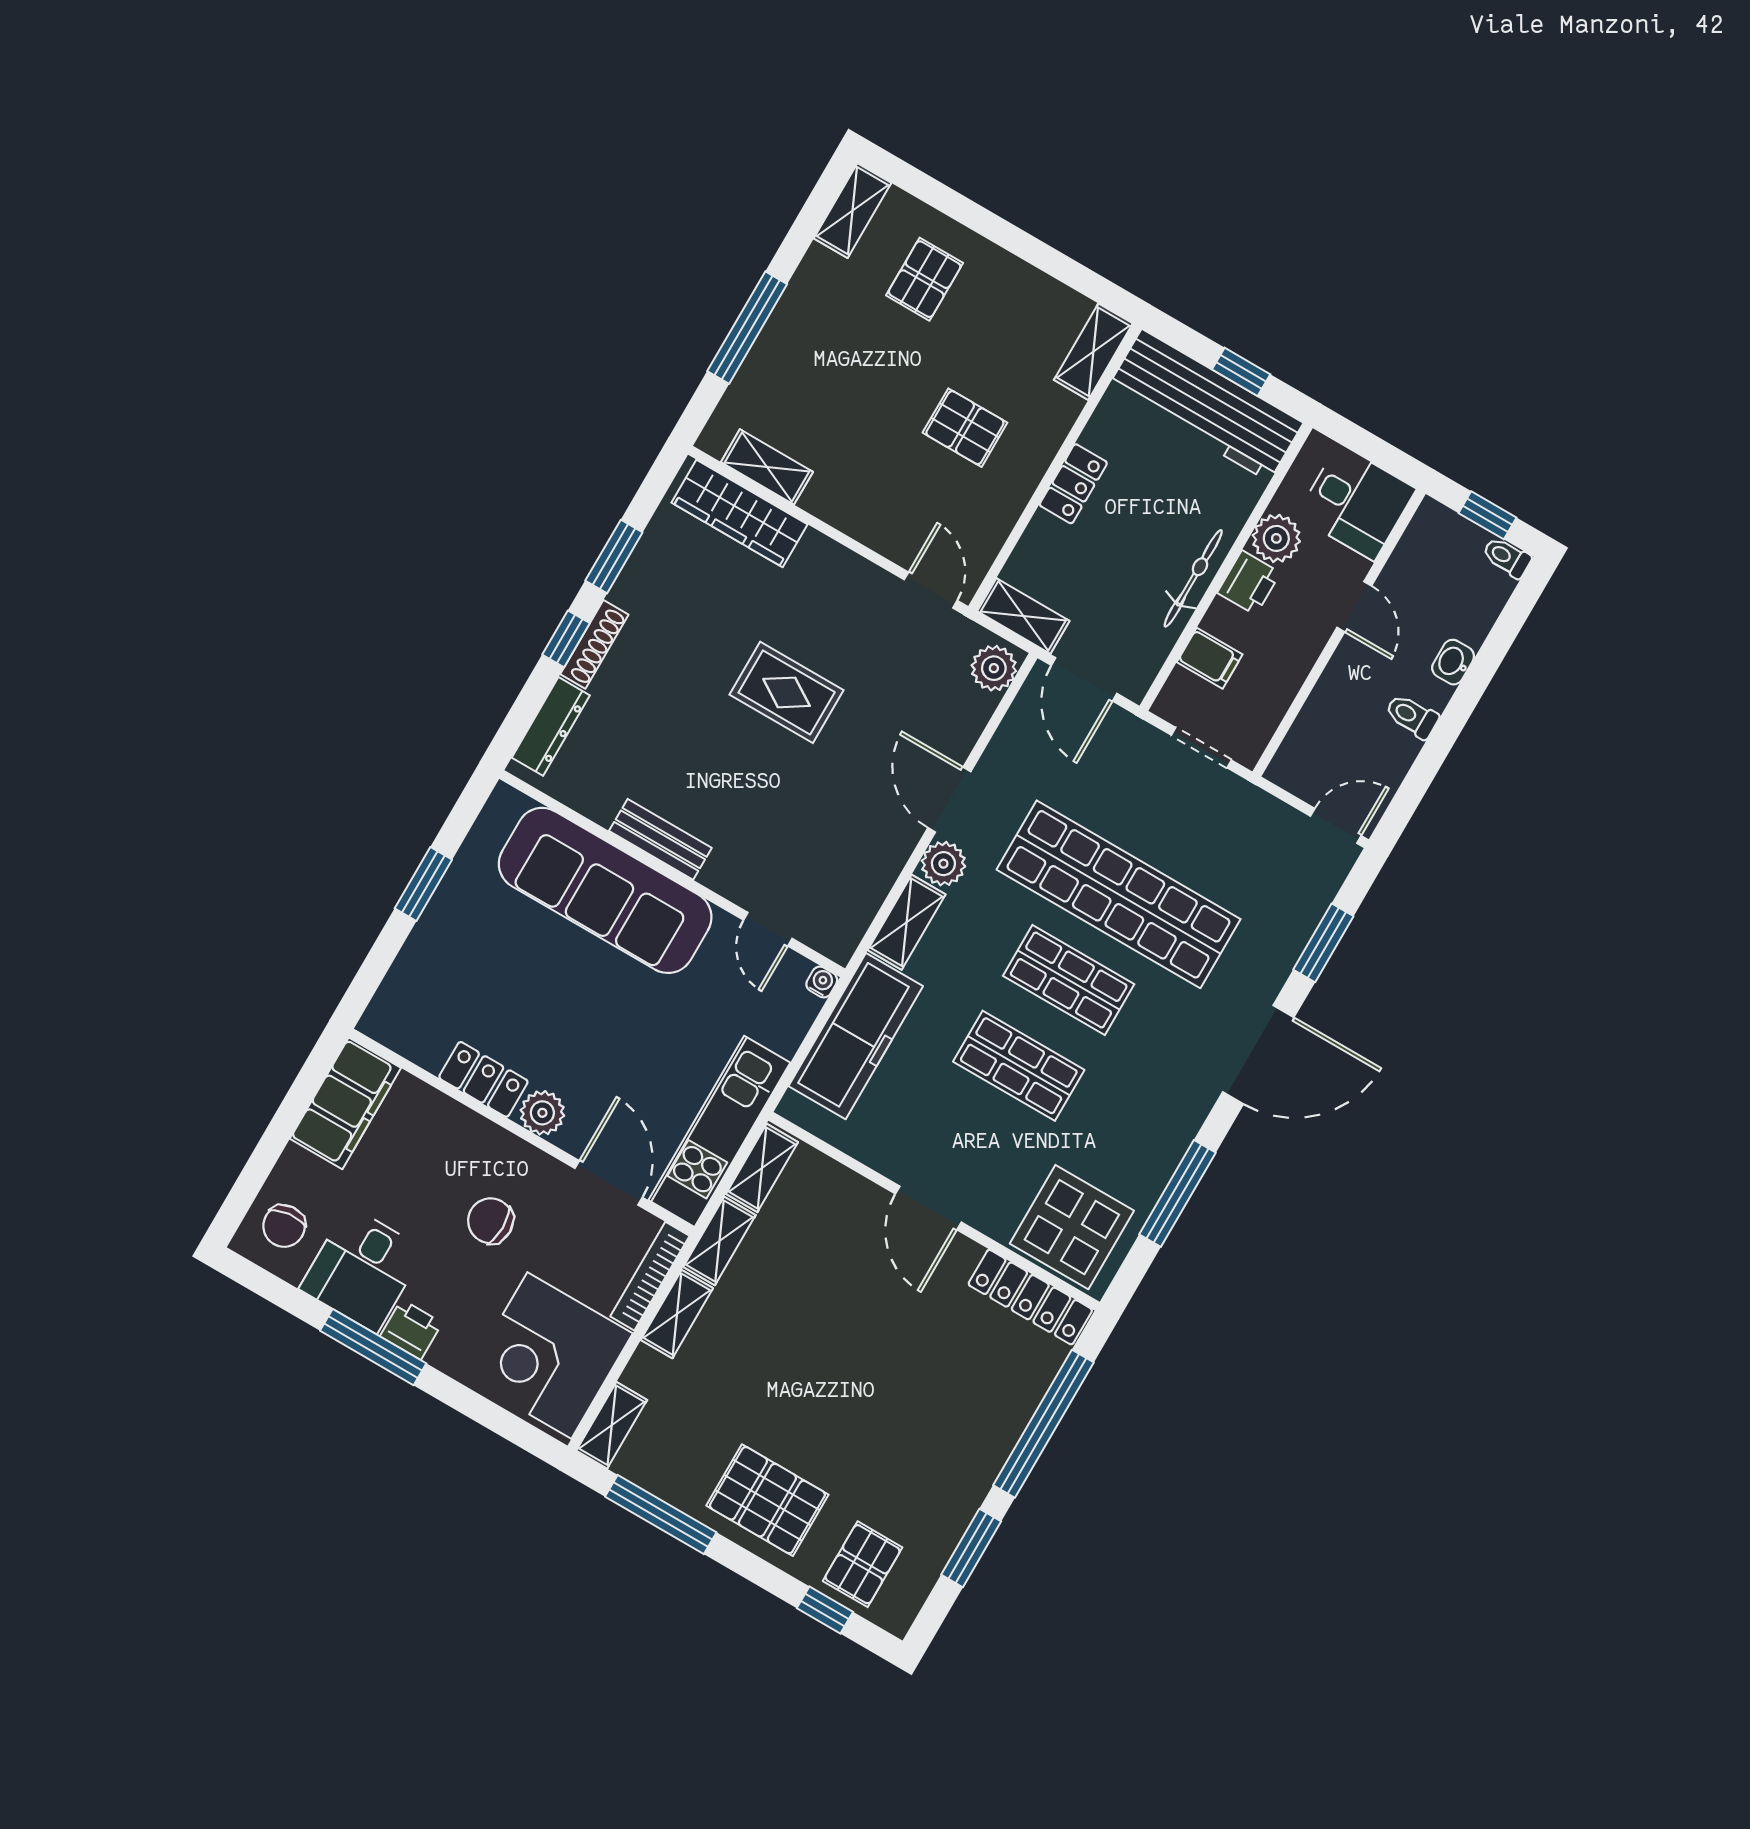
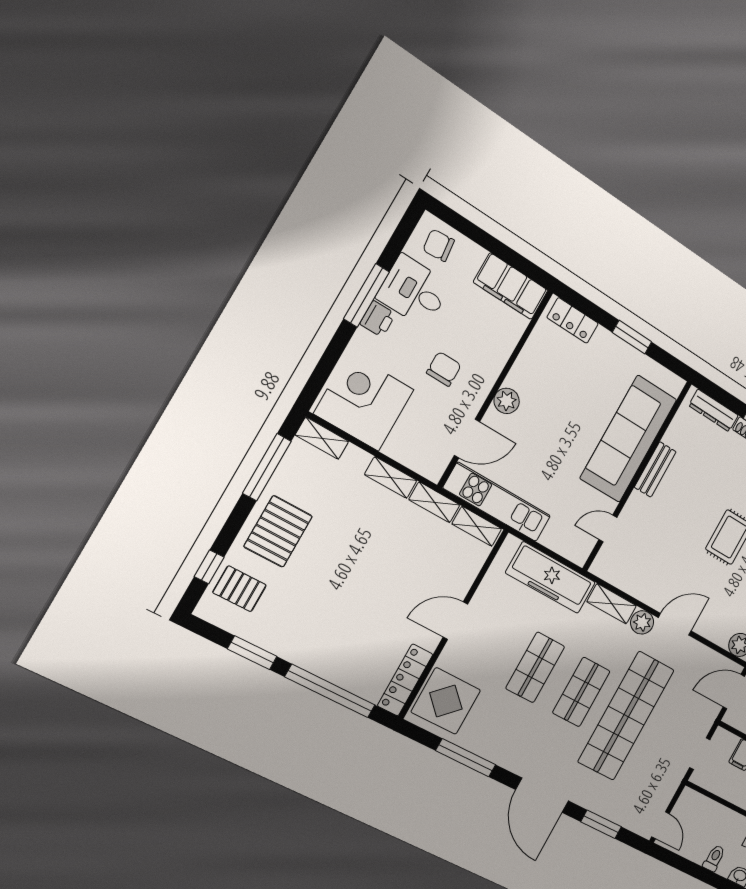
water cooler: (822, 982) -> (580, 558), removed
locker: (483, 1079) -> (573, 320), moved, turned 90
bookcase: (650, 1276) -> (413, 462), removed

